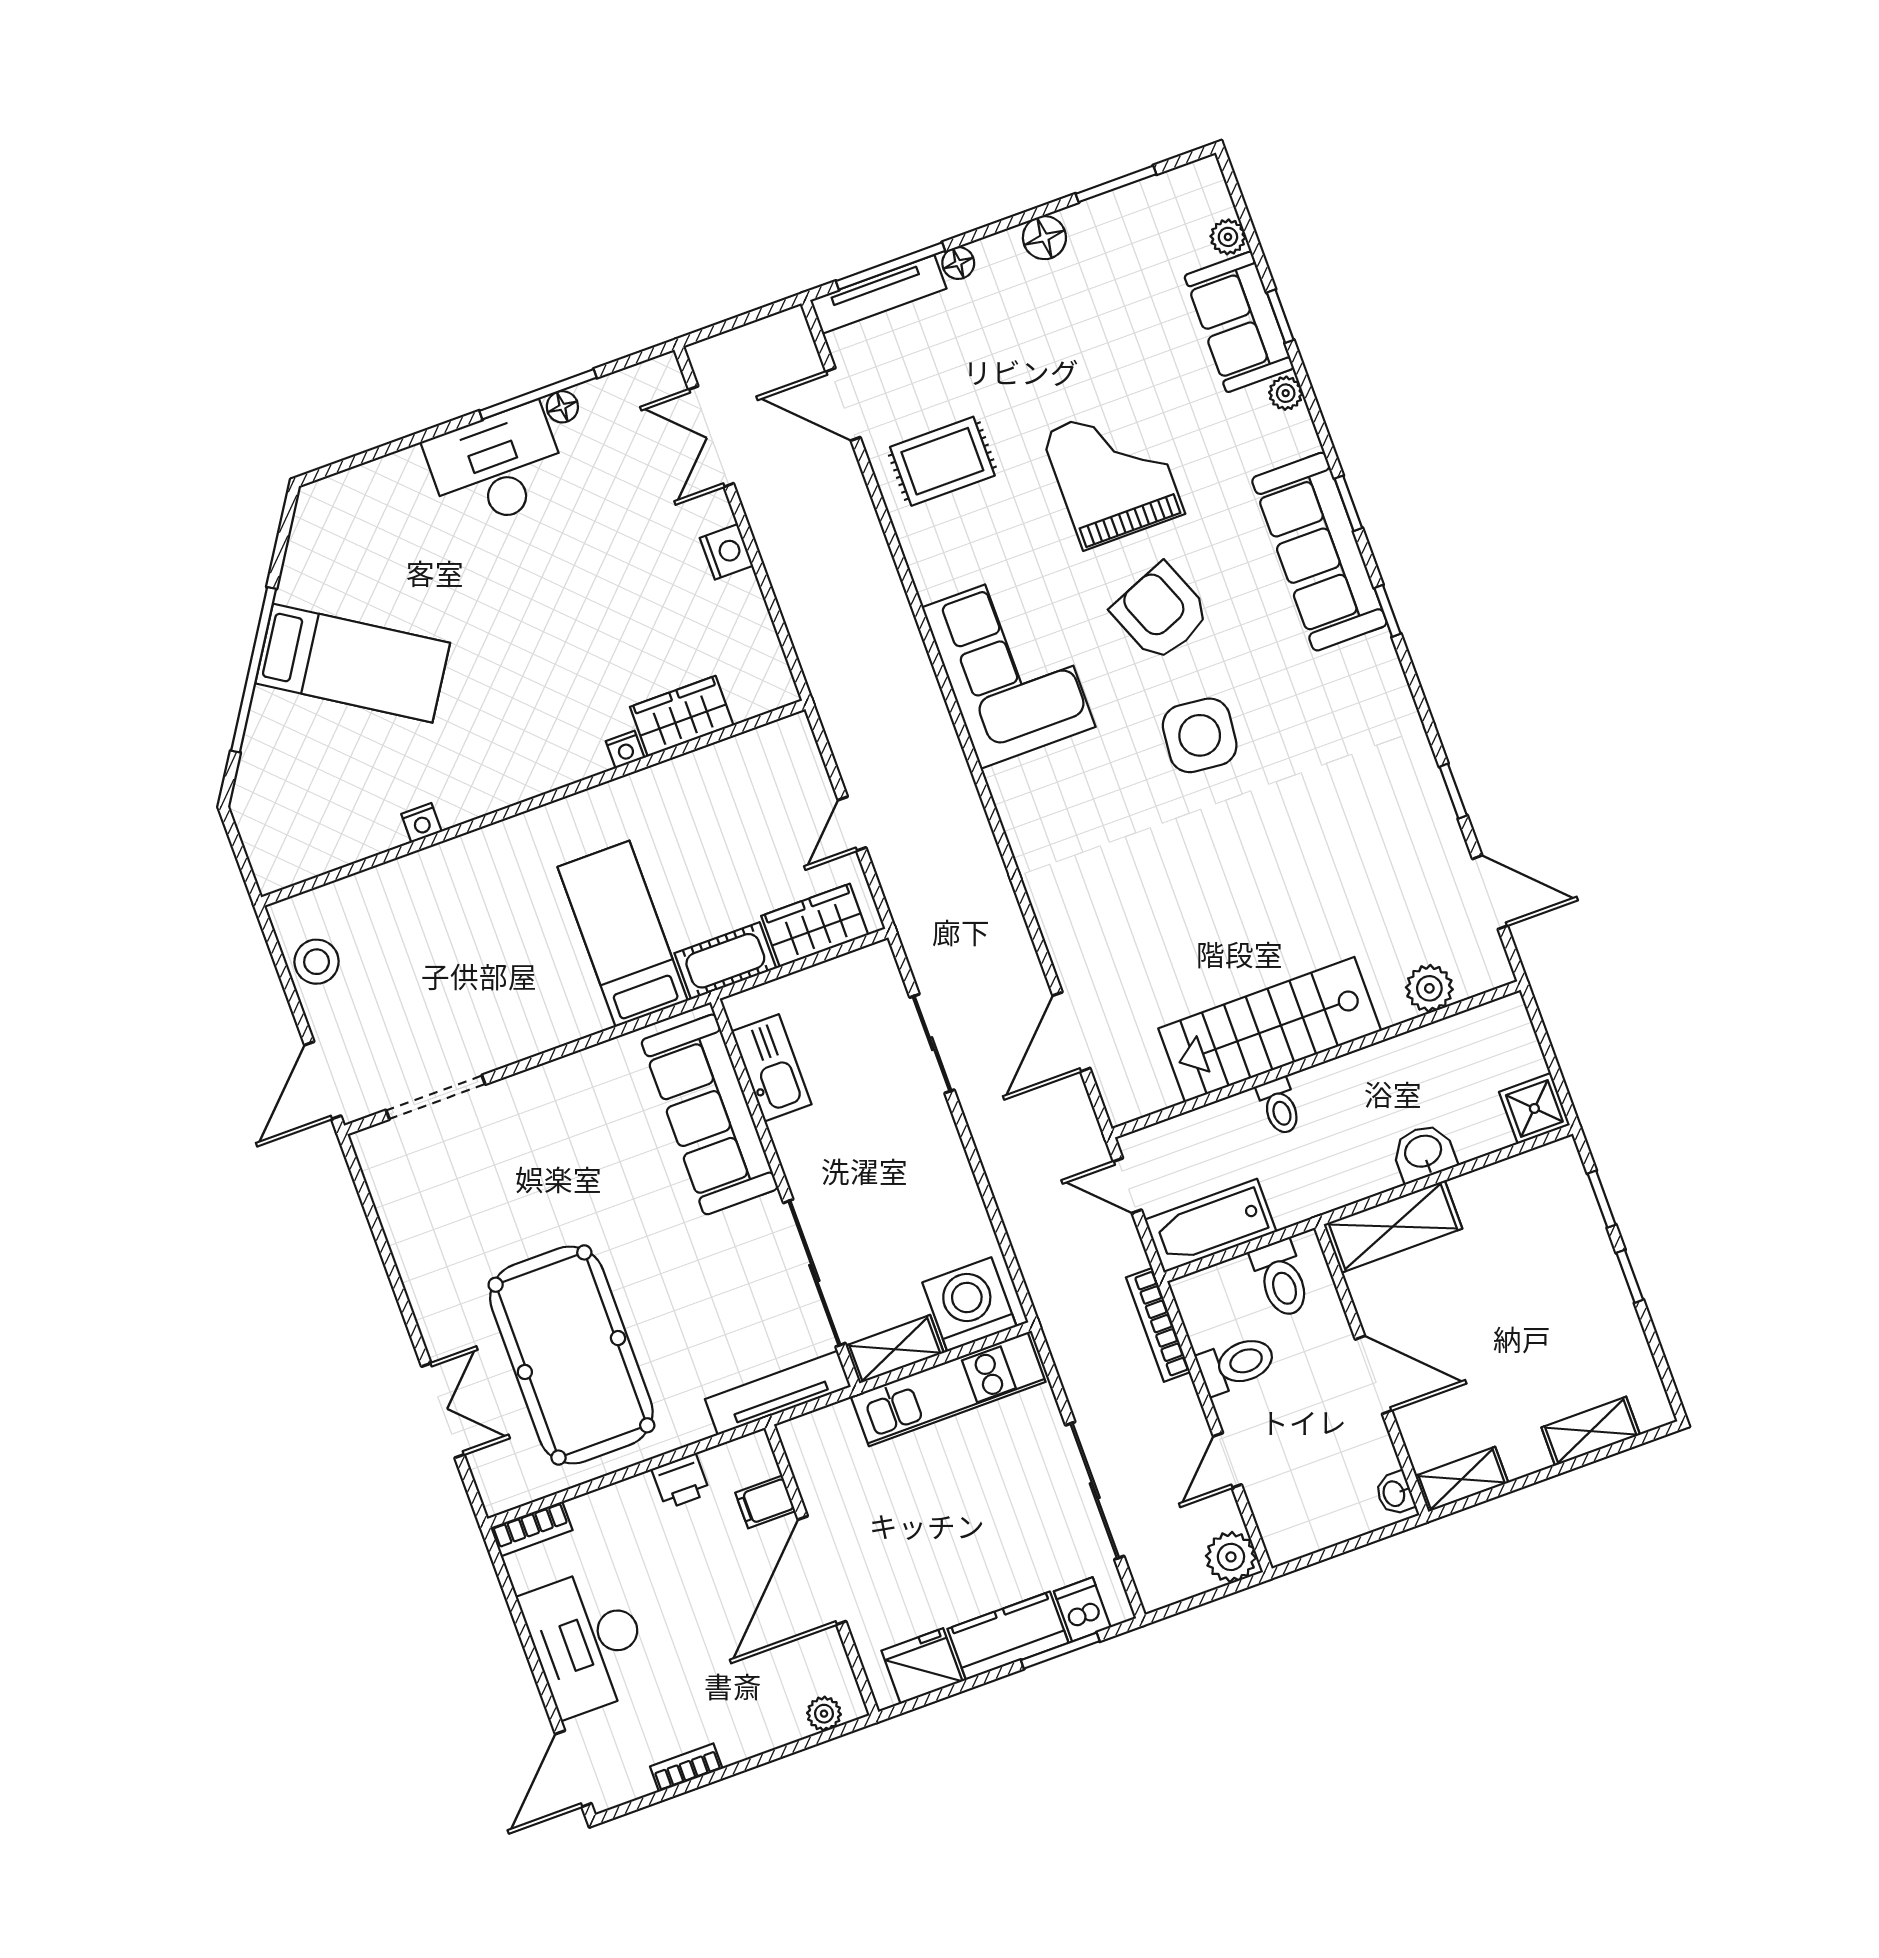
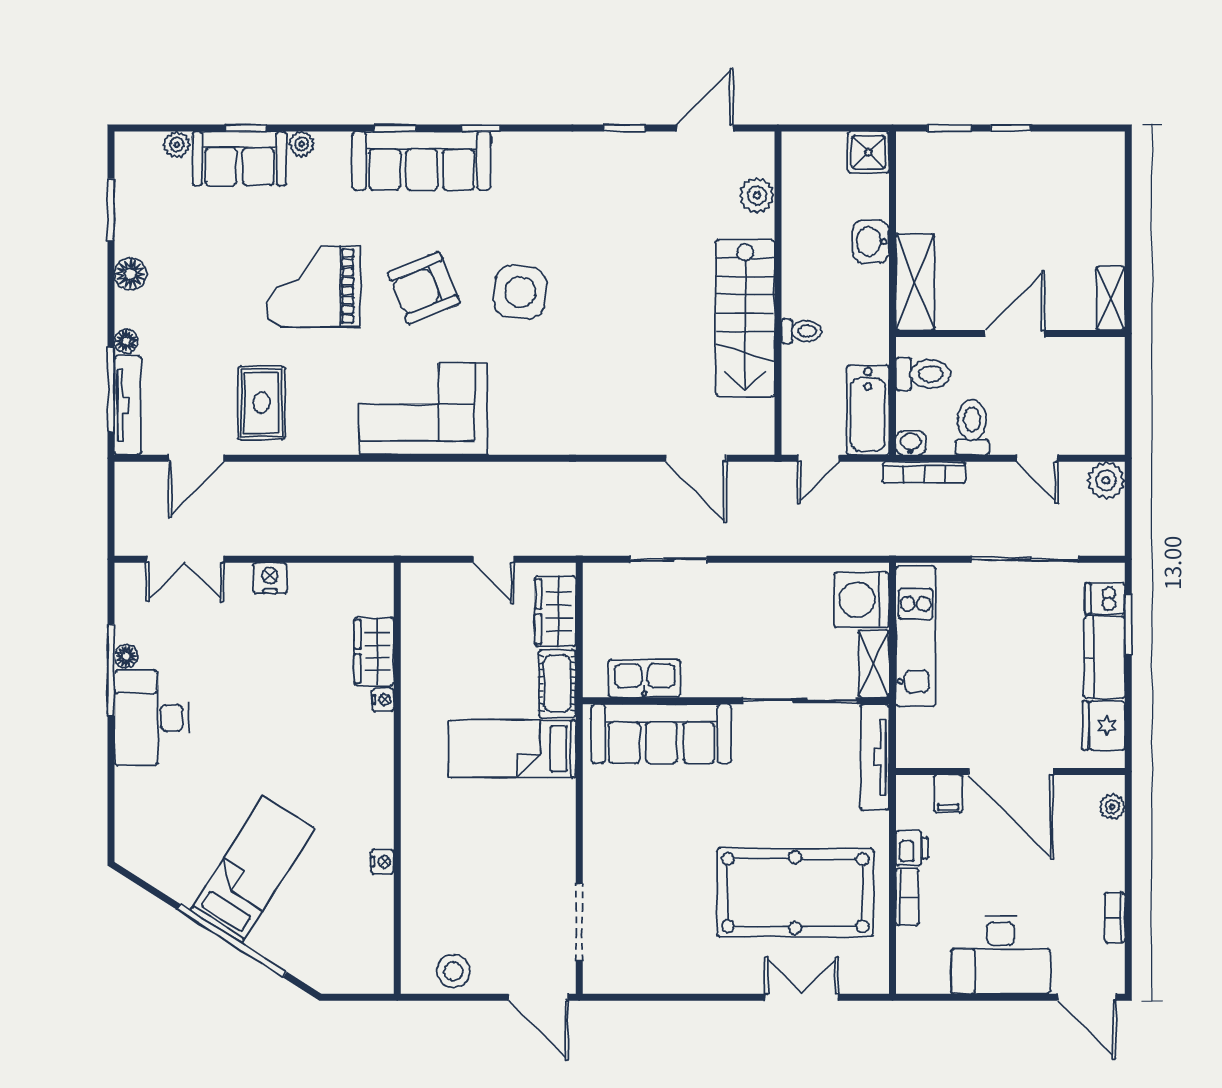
shelving: (1591, 1431) -> (1110, 195), removed
washbasin: (1395, 1493) -> (911, 443), moved, turned 180
bookcase: (532, 1529) -> (907, 897), moved

